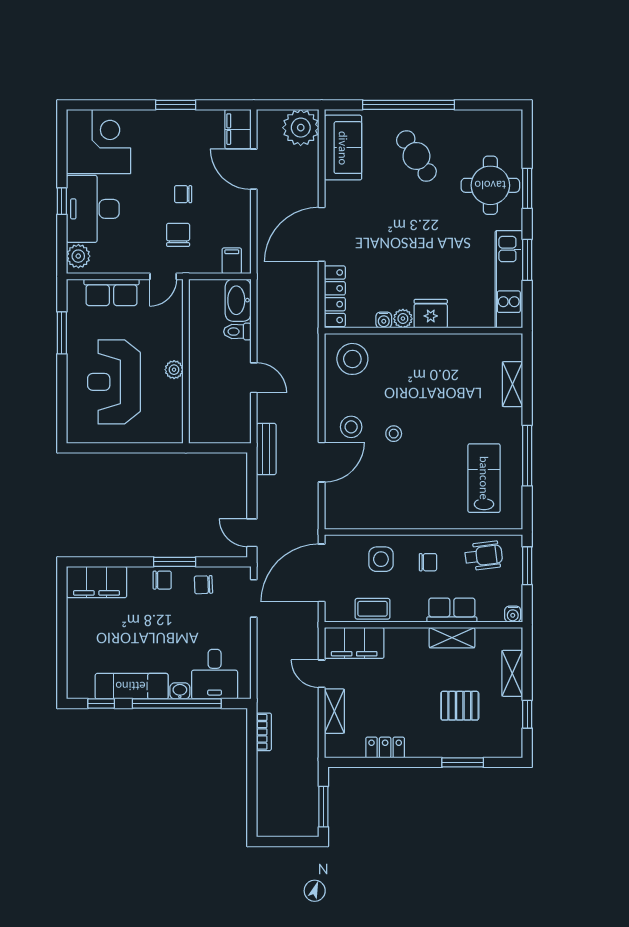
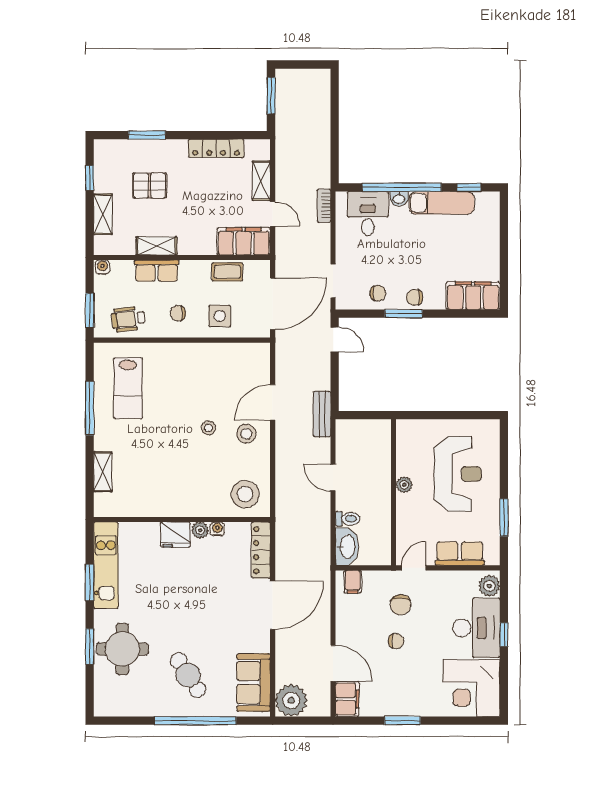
bookcase: (264, 732) -> (324, 206), moved
locker: (385, 747) -> (216, 148), width x1.53

